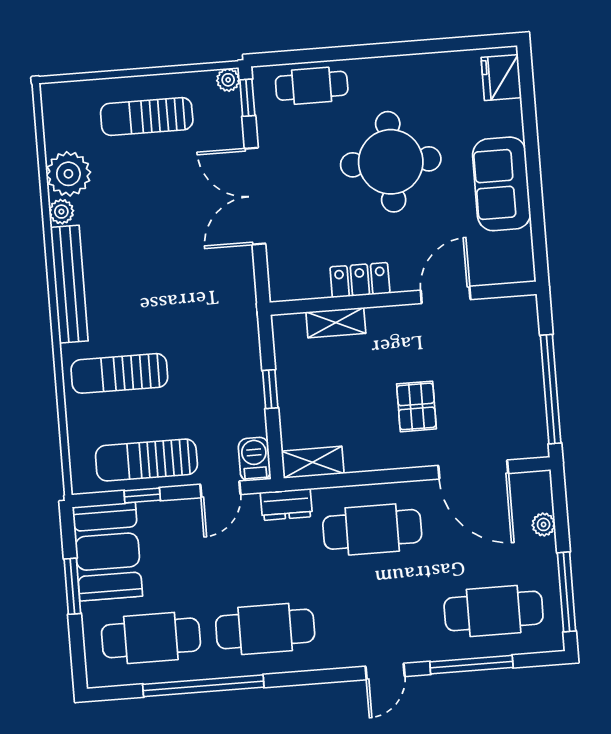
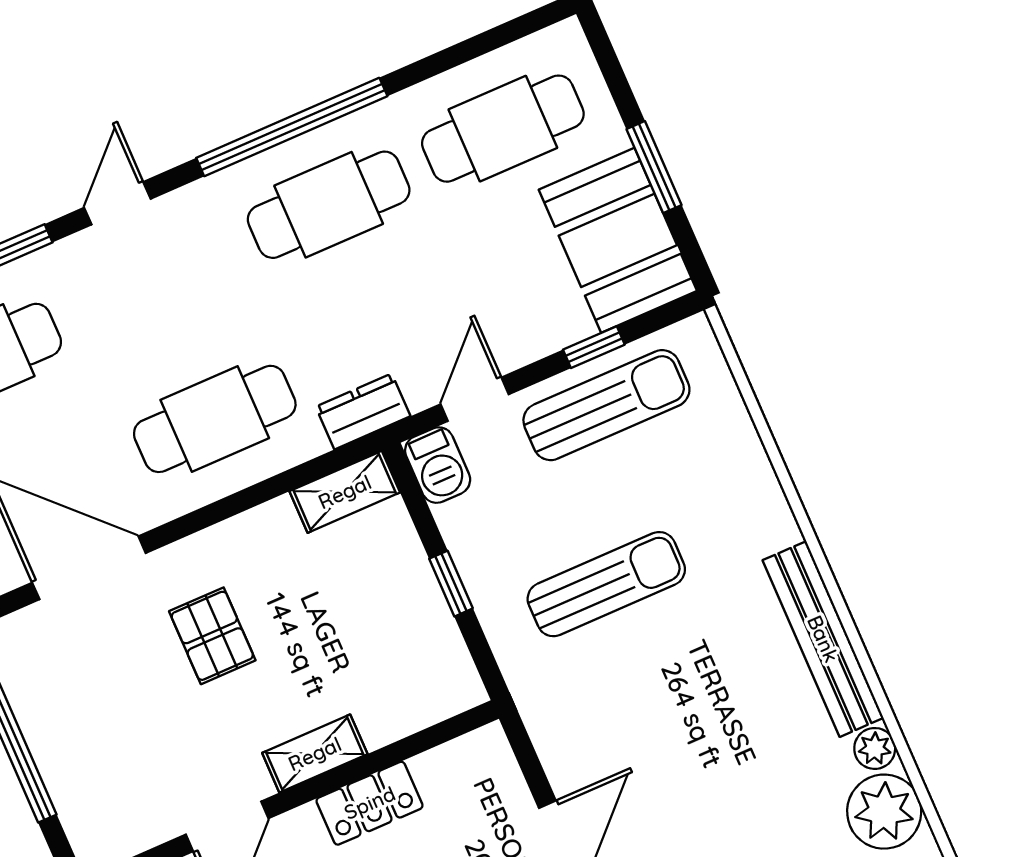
shelving: (336, 323) -> (315, 754), moved
sun lounger: (119, 373) -> (606, 584), moved
window: (203, 686) -> (292, 127), moved

